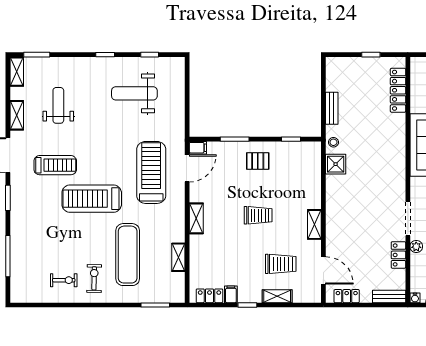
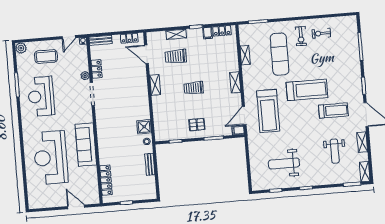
weight bench: (134, 93) -> (284, 163), turned 180
treadmill: (55, 165) -> (333, 111), turned 180

